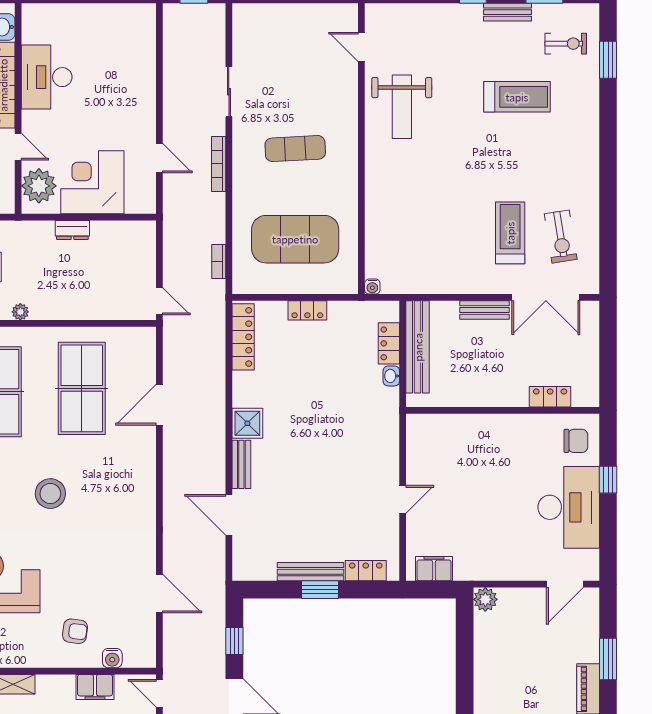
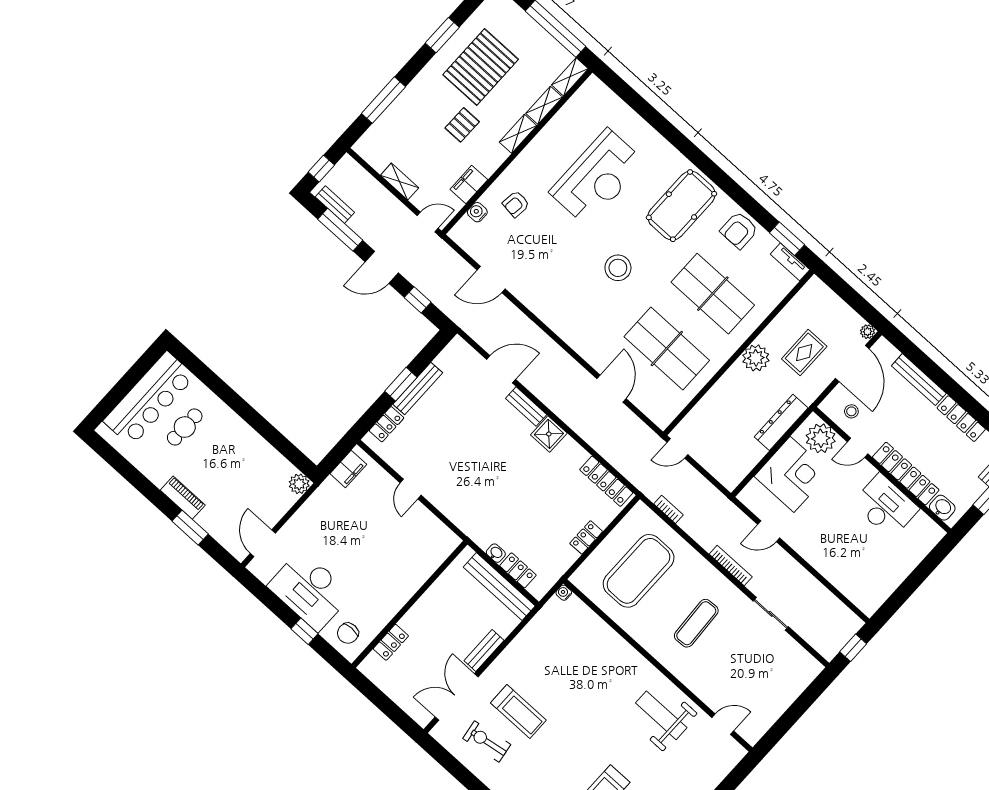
dresser: (72, 230) -> (781, 422), width x1.96, depth x1.24
plant: (20, 312) -> (756, 358), width x1.88, depth x1.88

